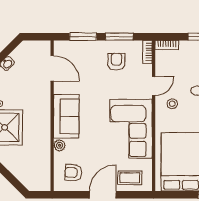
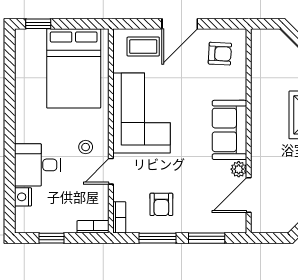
door: (52, 68) -> (249, 195), hinge flipped
plant: (59, 145) -> (239, 169), moved

